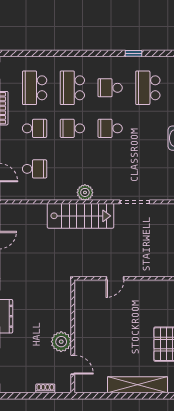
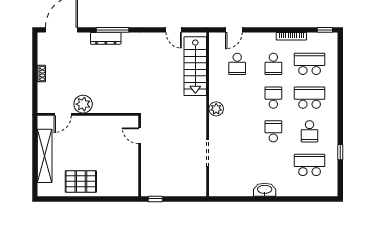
school desk: (110, 88) -> (310, 131), turned 180
stairs: (80, 216) -> (195, 66), moved
wall: (73, 336) -> (88, 114), moved
plant: (61, 342) -> (83, 104), moved
door: (73, 365) -> (63, 114), moved

